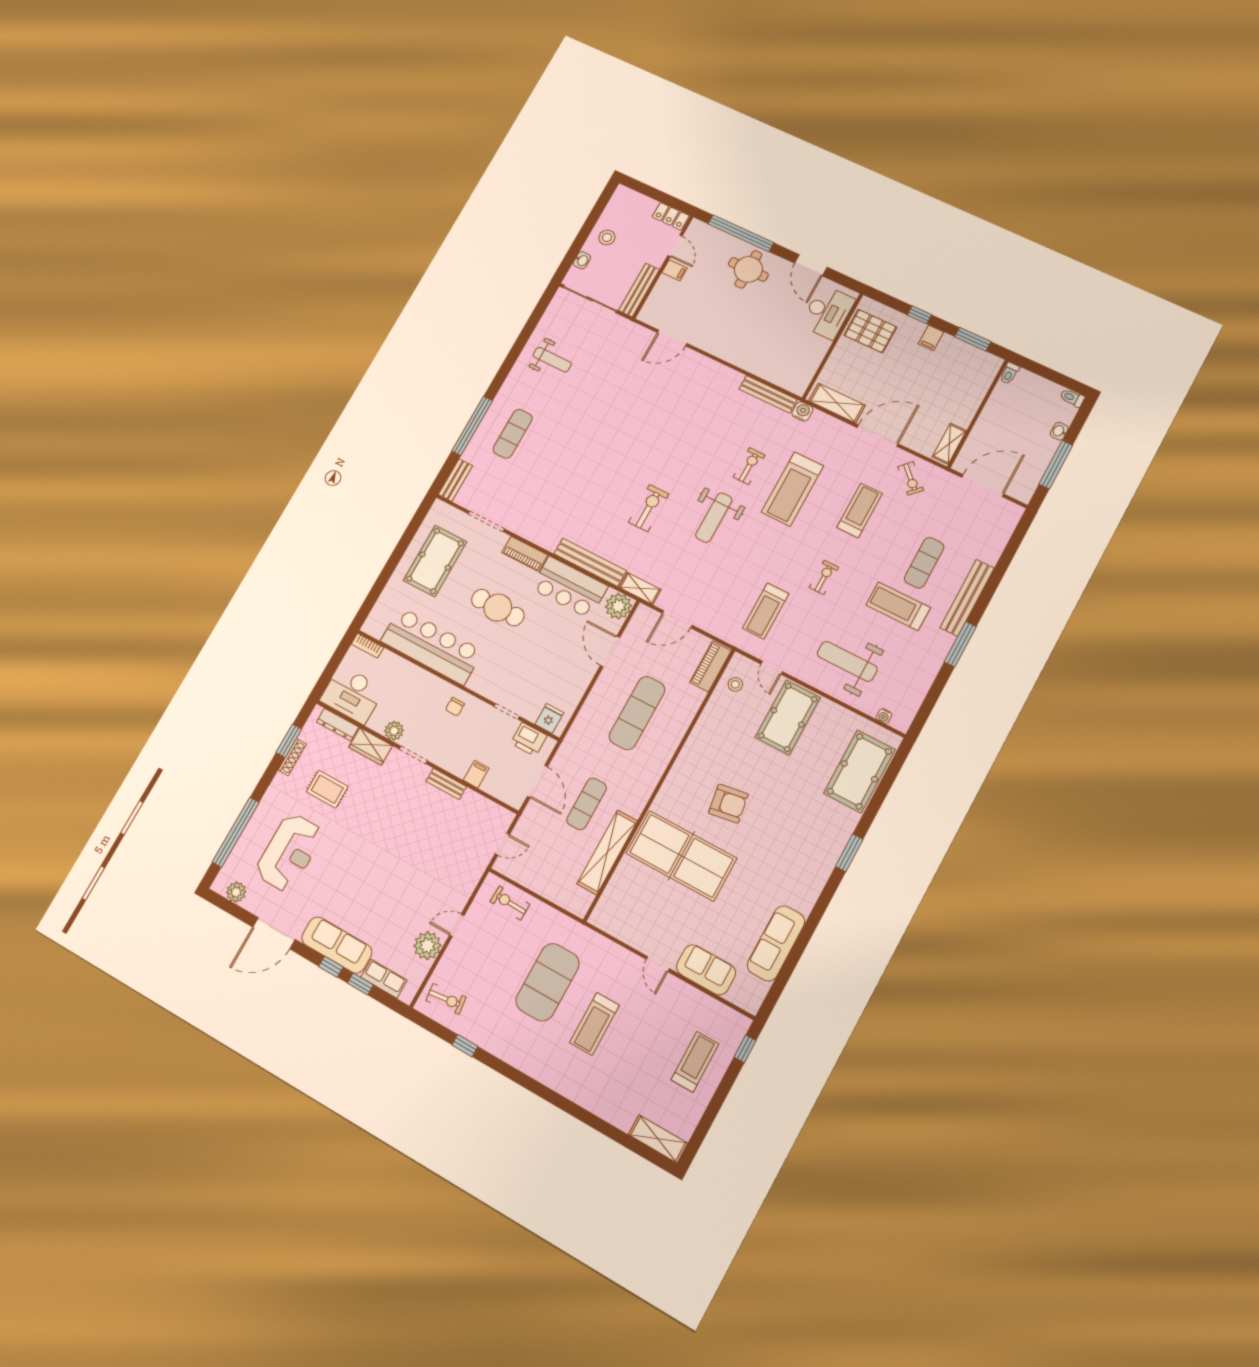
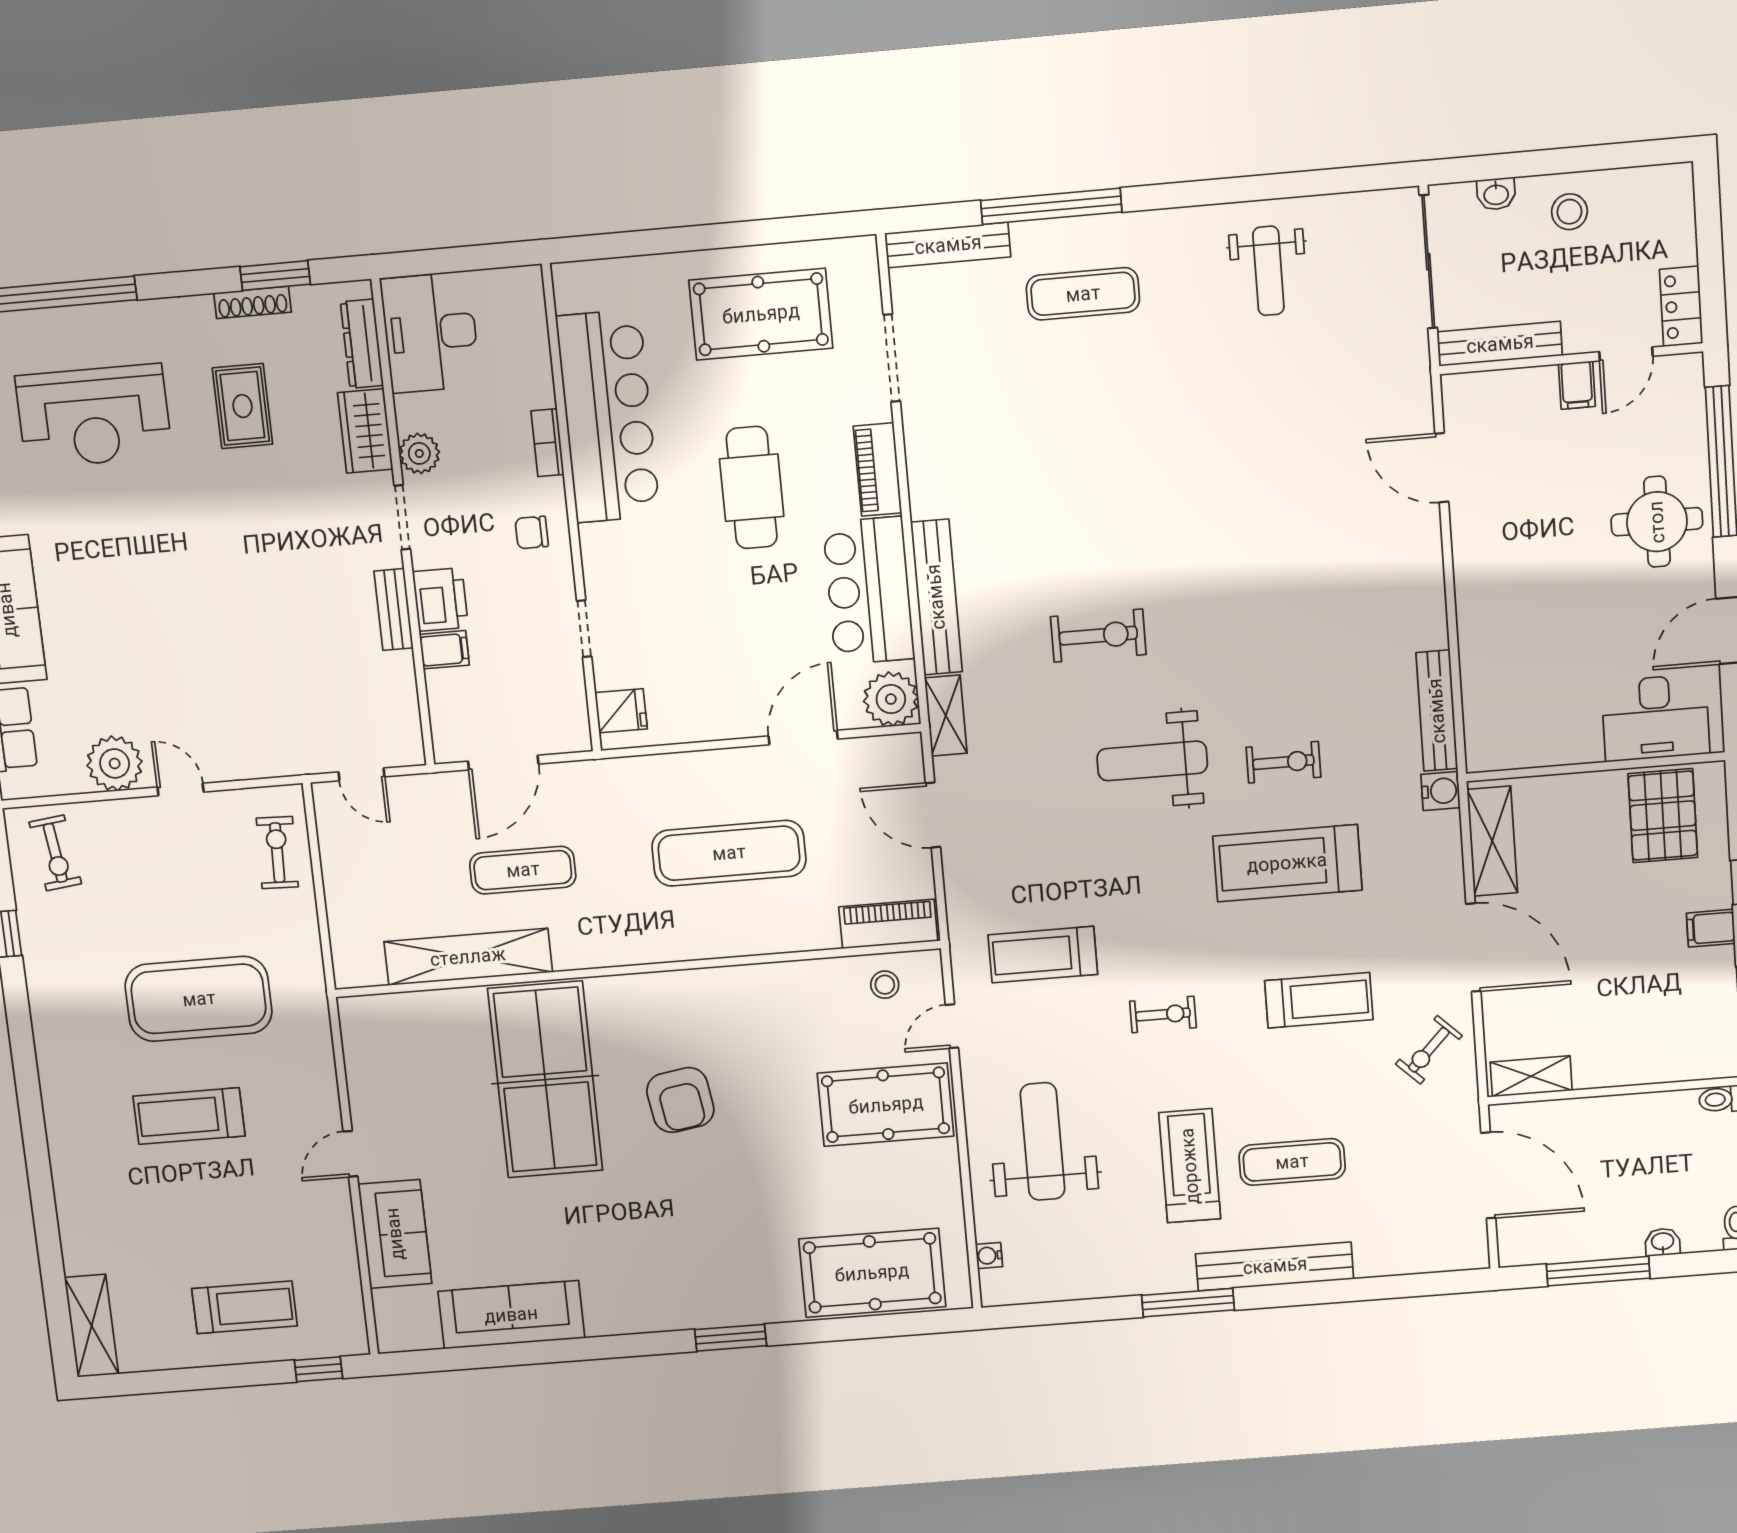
bench: (455, 480) -> (948, 245), width x1.36
bookcase: (367, 646) -> (547, 443), moved
printer: (529, 739) -> (440, 599), moved, turned 180

